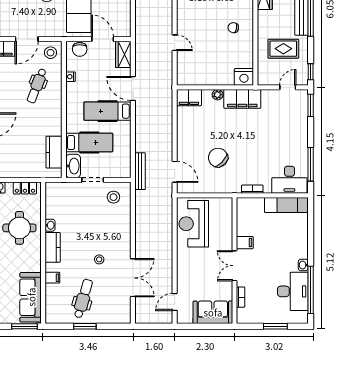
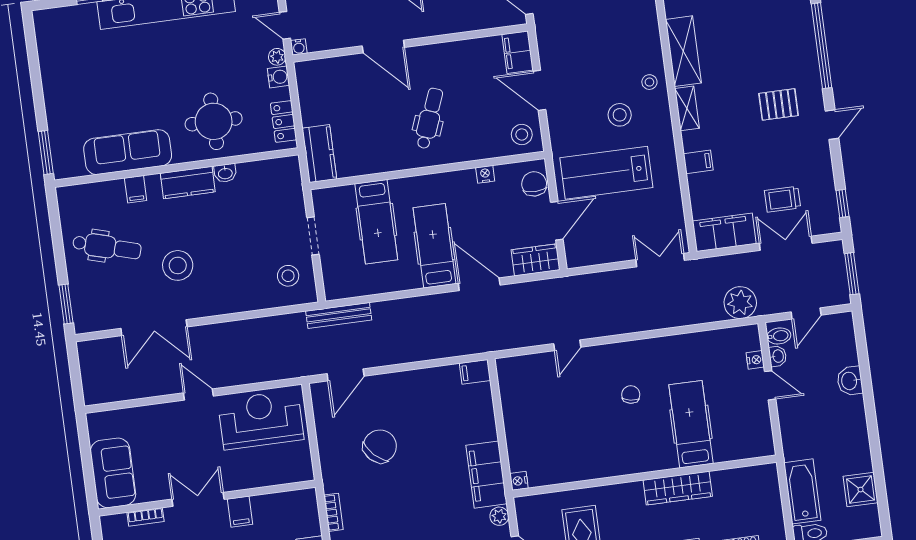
chair: (233, 28) -> (631, 395), moved
chair: (80, 49) -> (534, 184), turned 90
nightstand: (244, 77) -> (519, 481), width x0.53, depth x0.56
dental chair: (37, 86) -> (429, 118), moved, turned 90
door: (133, 88) -> (479, 284), hinge flipped
plant: (218, 95) -> (499, 516), moved
filing cabinet: (189, 98) -> (475, 372), width x0.50
kitchen counter: (54, 152) -> (319, 154), moved, turned 90
washbasin: (73, 166) -> (332, 199), removed
stool: (99, 259) -> (178, 265), width x1.89, depth x1.89
sofa: (31, 297) -> (128, 152), moved
door: (175, 302) -> (198, 395), moved
window: (85, 326) -> (66, 304), moved

